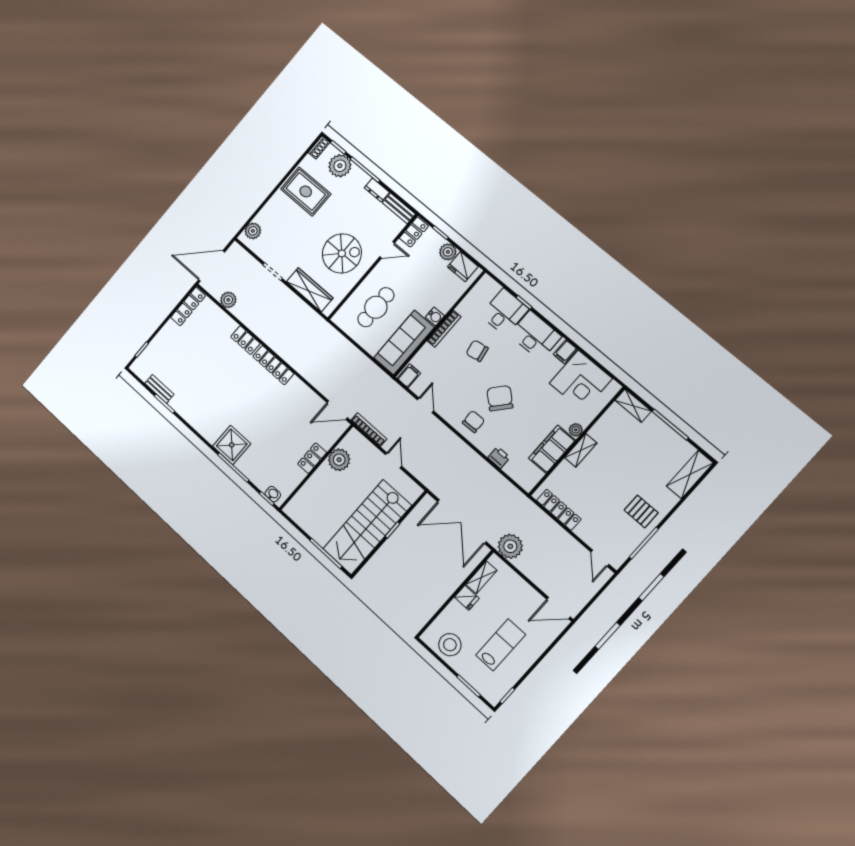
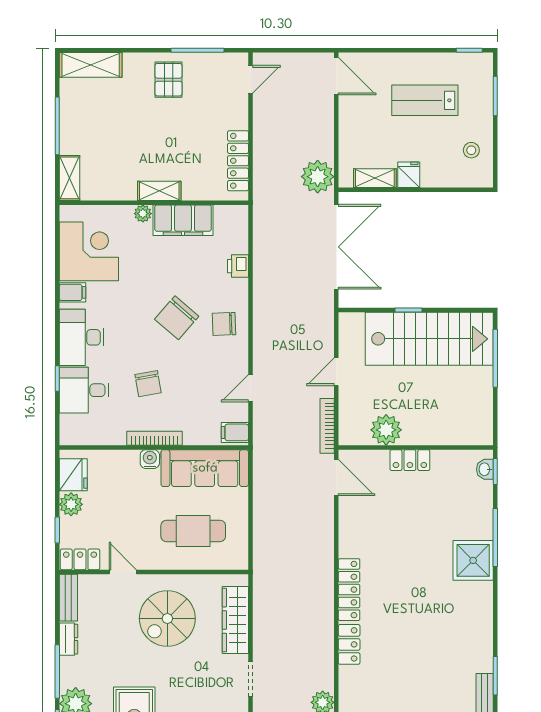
spiral stairs: (342, 253) -> (167, 619), turned -90
stool: (450, 645) -> (471, 150), width x0.53, depth x0.53

